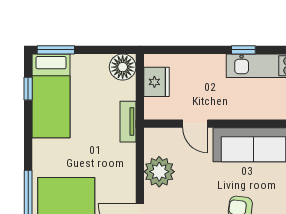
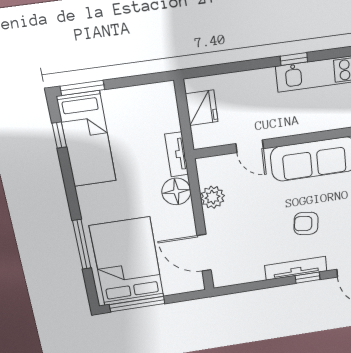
floor lamp: (123, 67) -> (176, 191), moved
plant: (159, 172) -> (213, 197), width x0.73, depth x0.73

